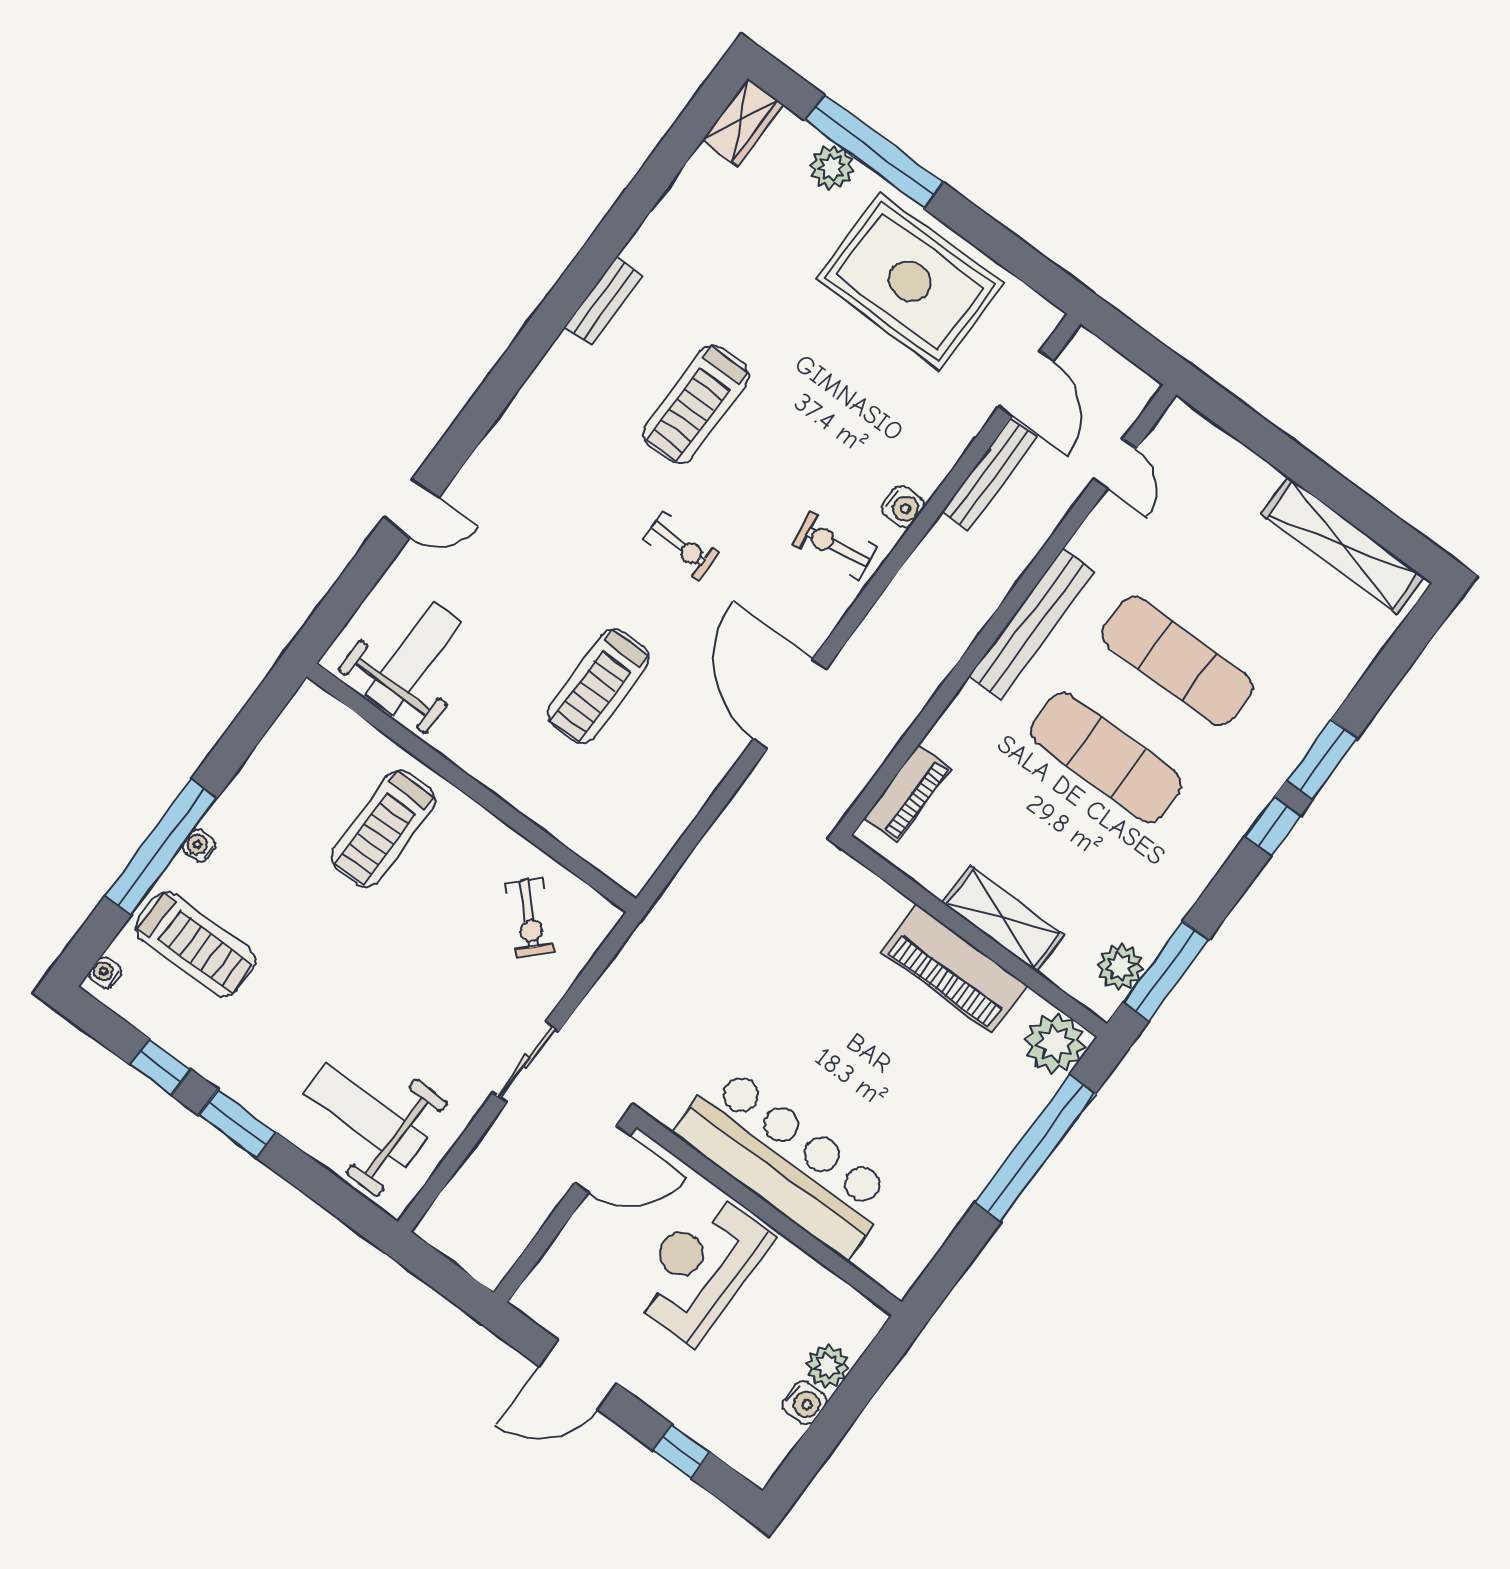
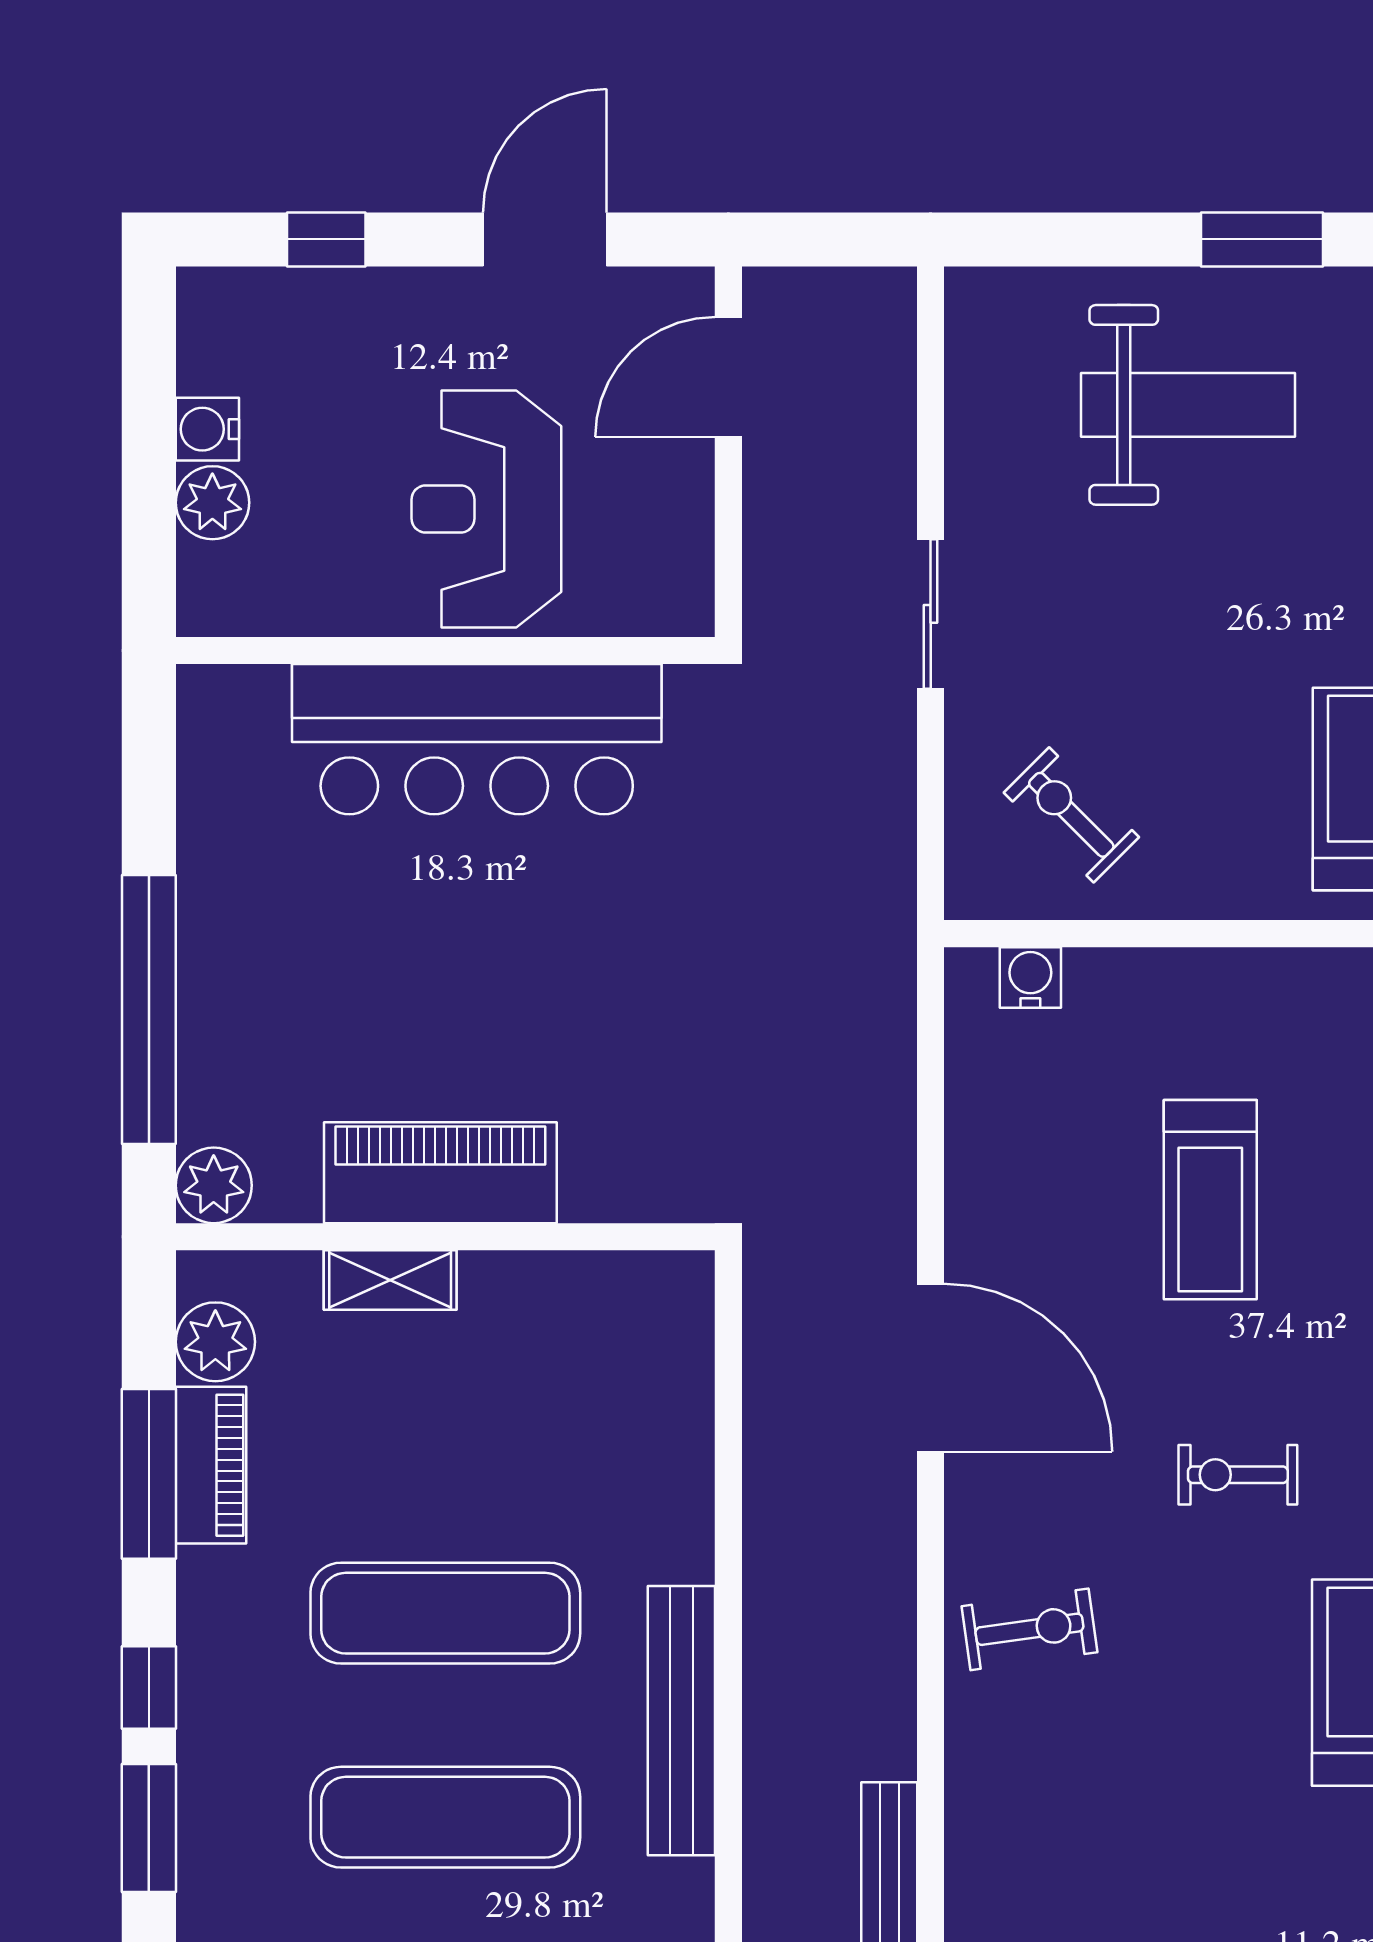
water cooler: (903, 507) -> (1030, 977), moved, turned 90
treadmill: (598, 686) -> (1210, 1200), turned 180
piano: (908, 794) -> (211, 1465), moved, turned 180
shelving: (1003, 919) -> (390, 1280), width x0.67, depth x0.75
window: (1166, 971) -> (149, 1474), moved
plant: (1055, 1043) -> (214, 1185), width x0.73, depth x0.73
weight bench: (366, 1115) -> (1188, 405), moved
door: (602, 1159) -> (728, 377), moved
reception desk: (700, 1267) -> (486, 509), turned 180

